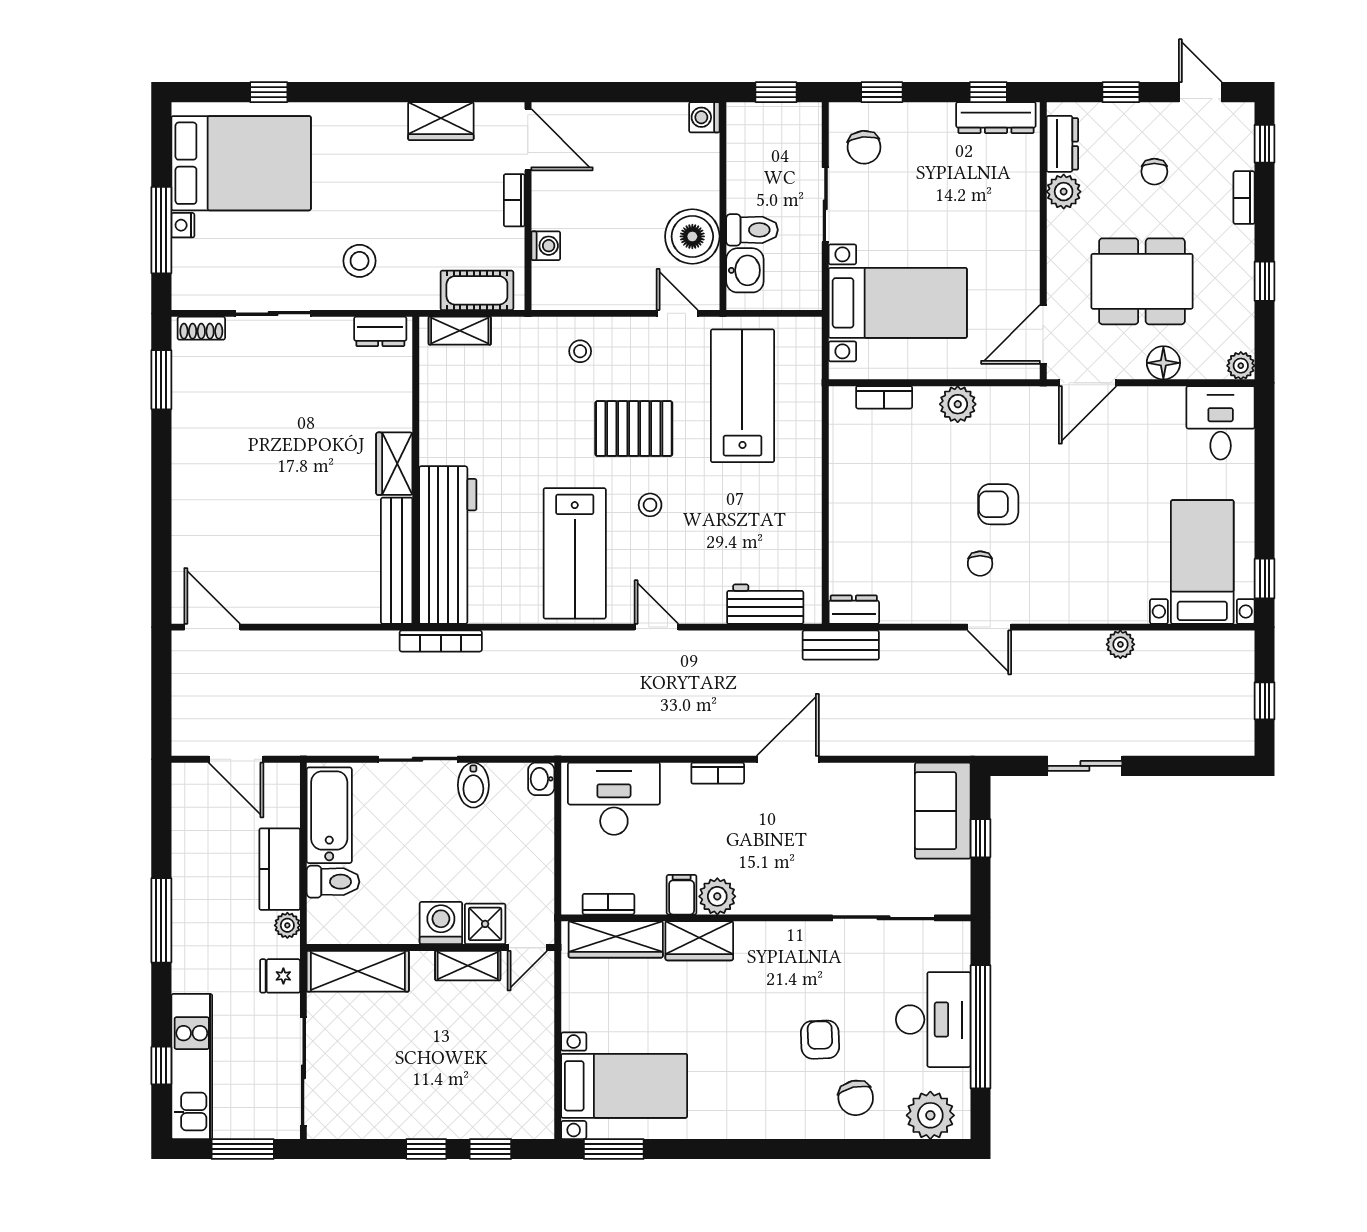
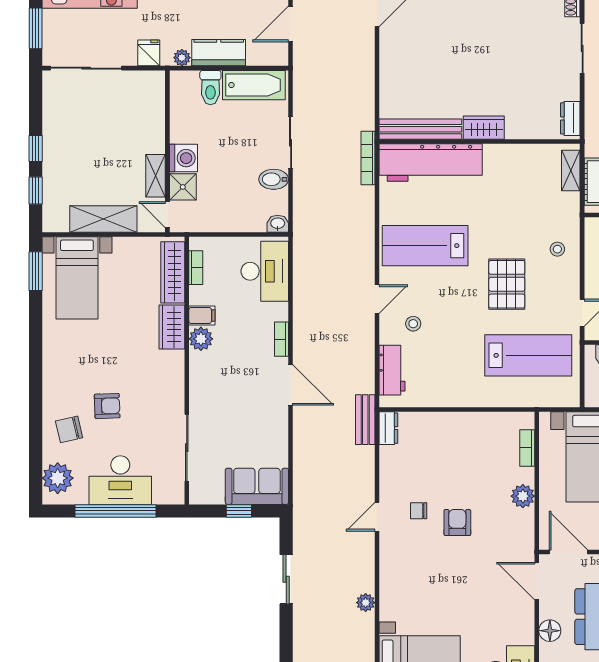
stool: (650, 505) -> (413, 324), moved
shelving: (358, 971) -> (103, 219), moved, turned 90

